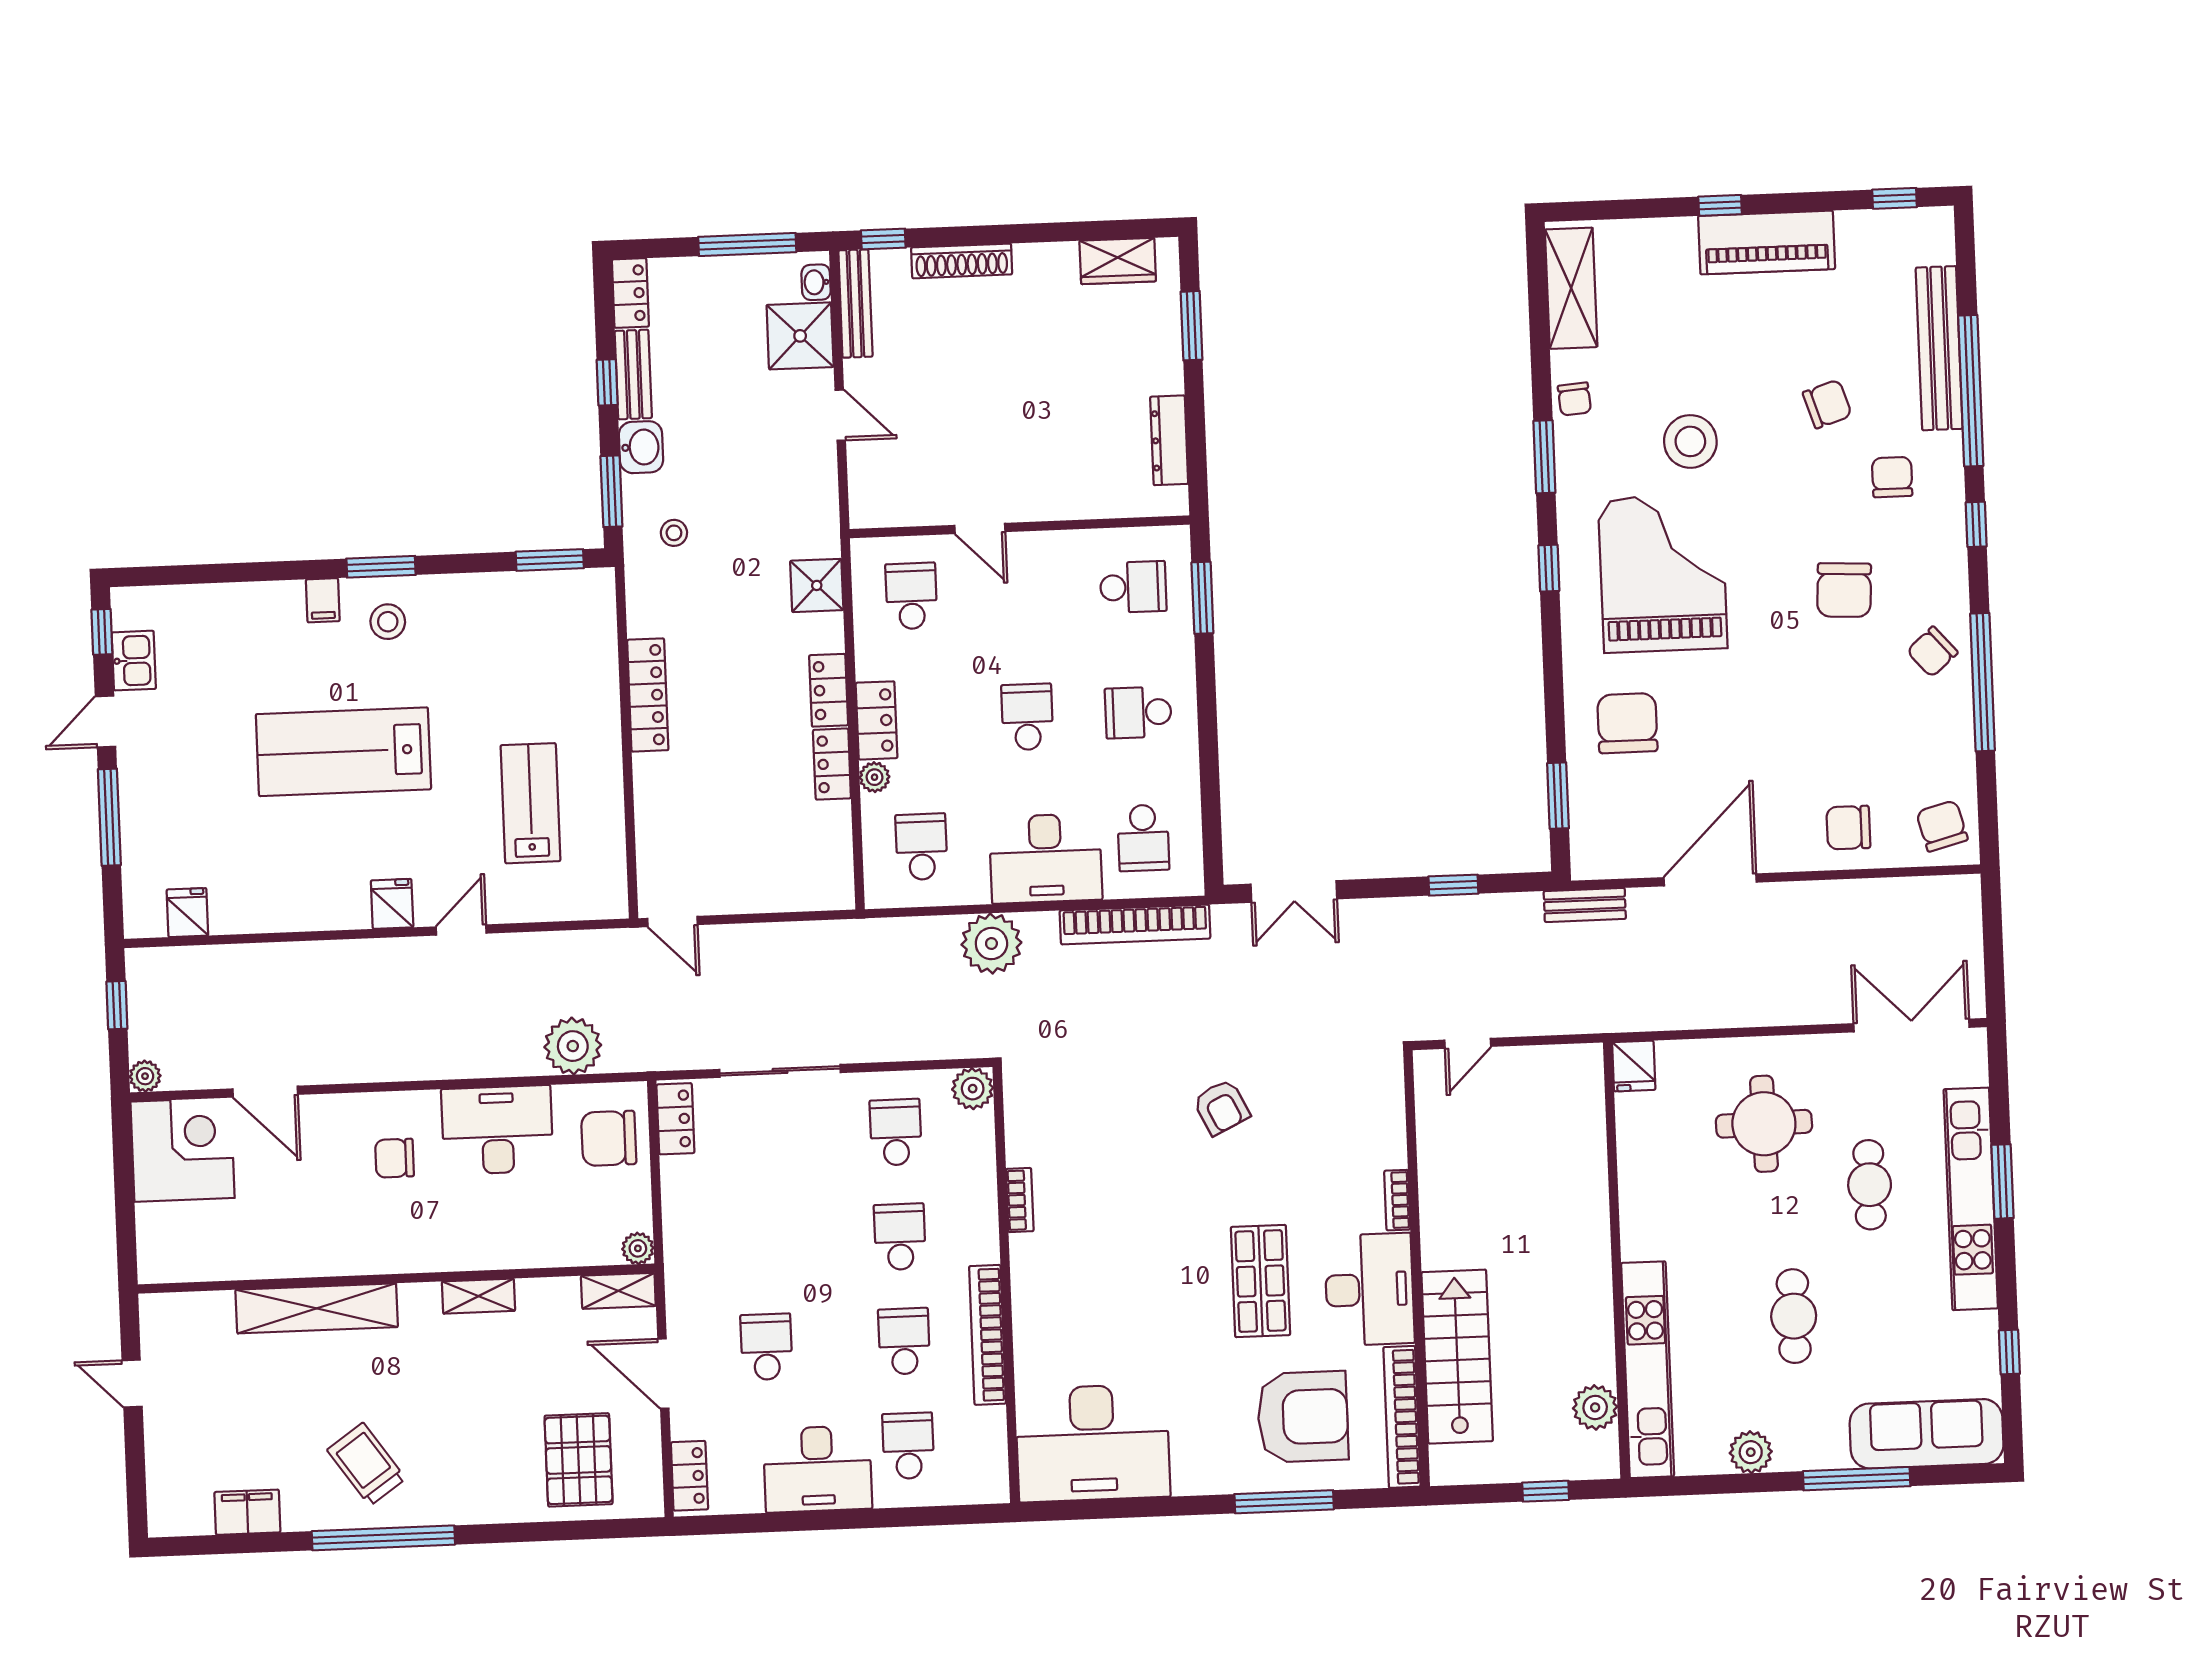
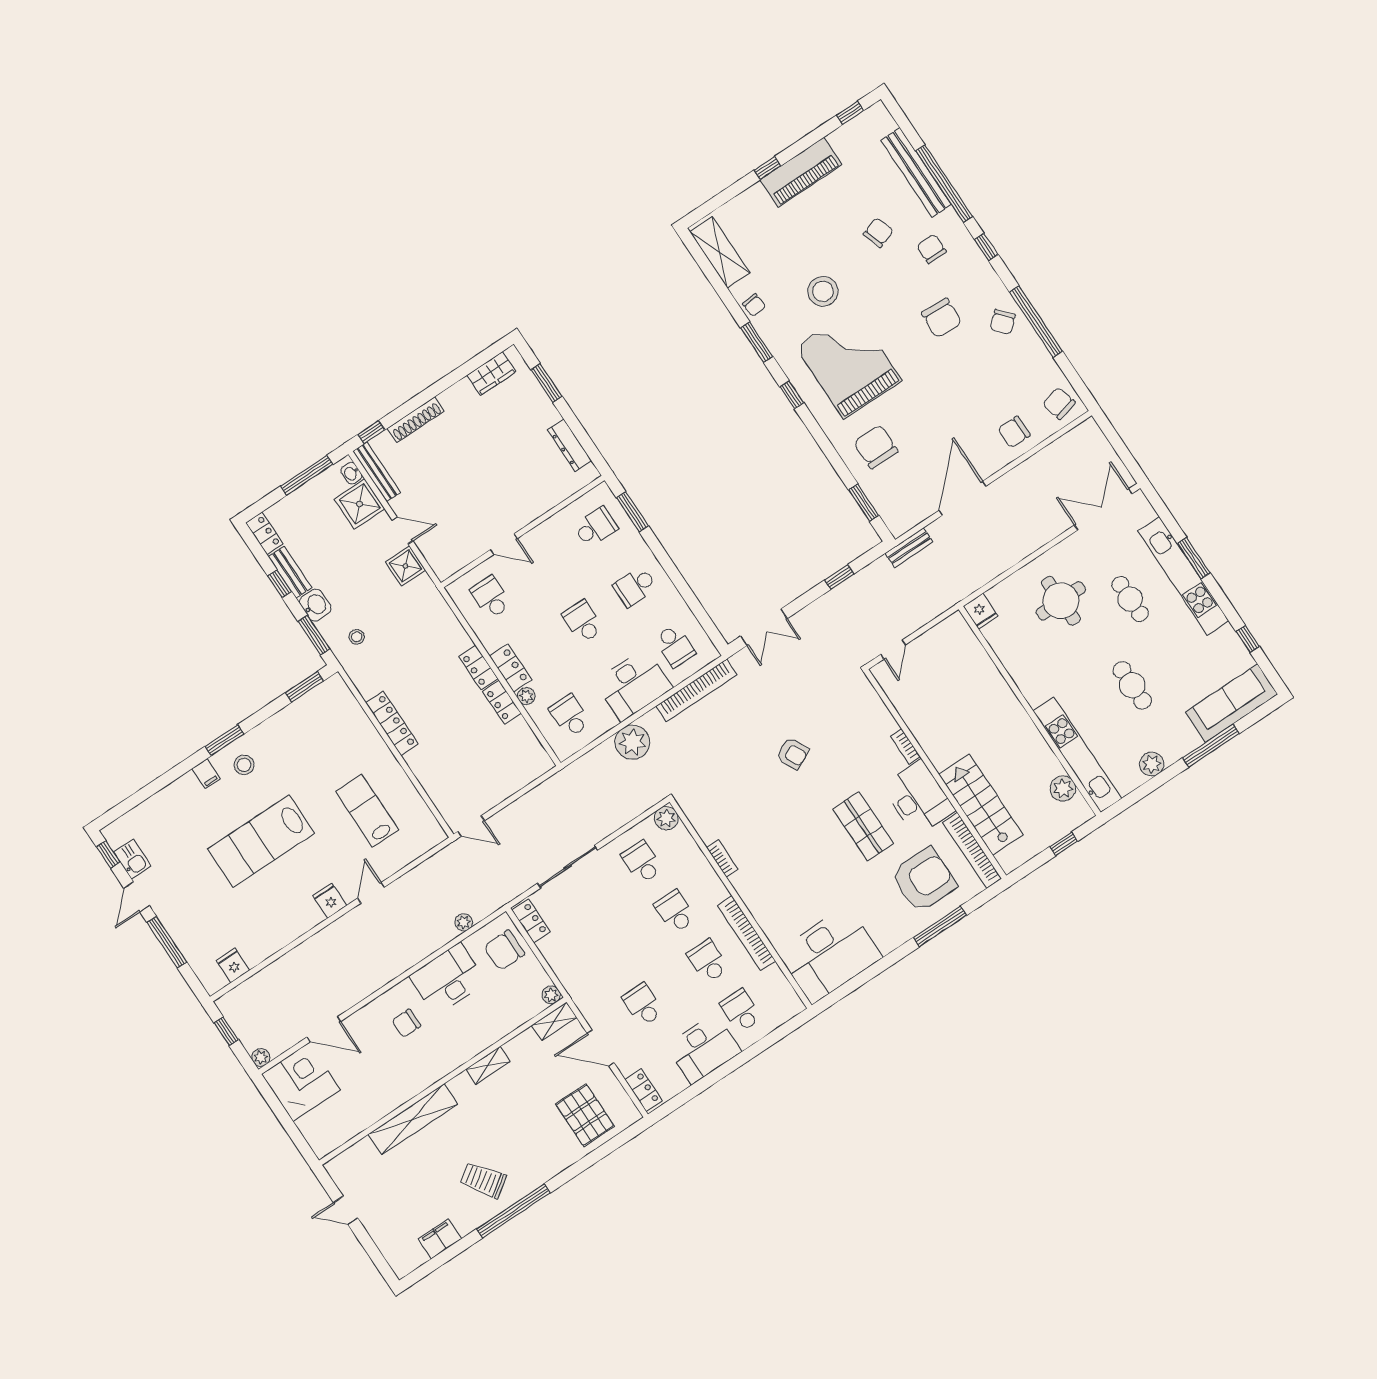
shower: (817, 585) -> (405, 566), moved
plant: (573, 1046) -> (464, 922), width x0.53, depth x0.53

